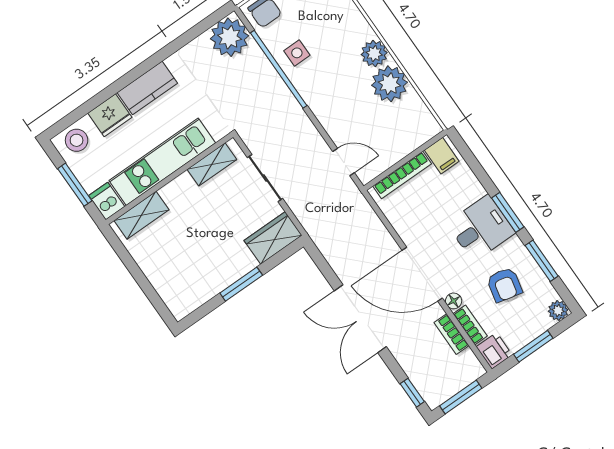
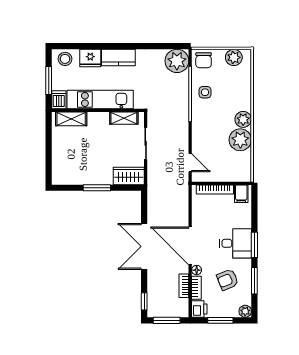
armchair: (504, 285) -> (227, 280), turned 55

